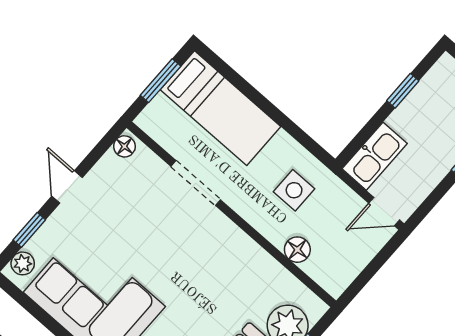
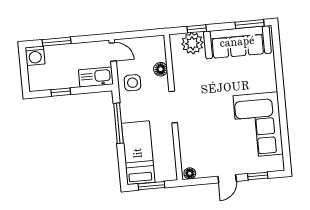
window: (285, 123) -> (118, 123), added
doorway: (196, 183) -> (173, 107), moved
side table: (294, 190) -> (132, 83), moved
plant: (23, 263) -> (273, 165), removed

